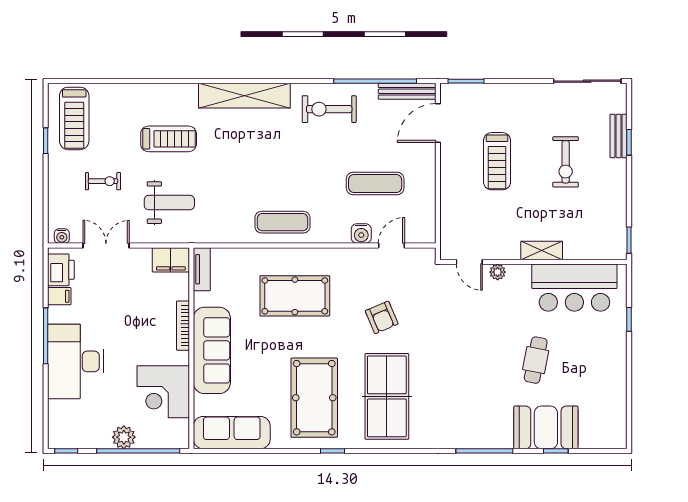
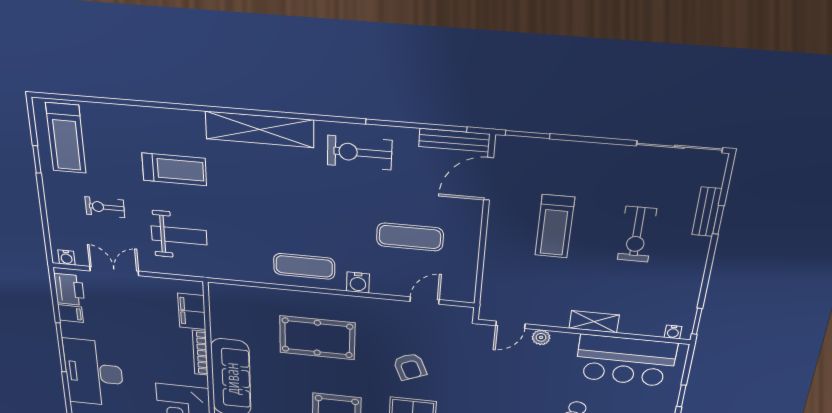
exercise bike: (103, 181) -> (105, 207), turned 180
water cooler: (361, 233) -> (358, 283), moved
water cooler: (611, 253) -> (673, 332), added
filing cabinet: (171, 260) -> (192, 311), moved, turned 90
door: (469, 262) -> (510, 325), hinge flipped
tv unit: (202, 269) -> (217, 303), removed

